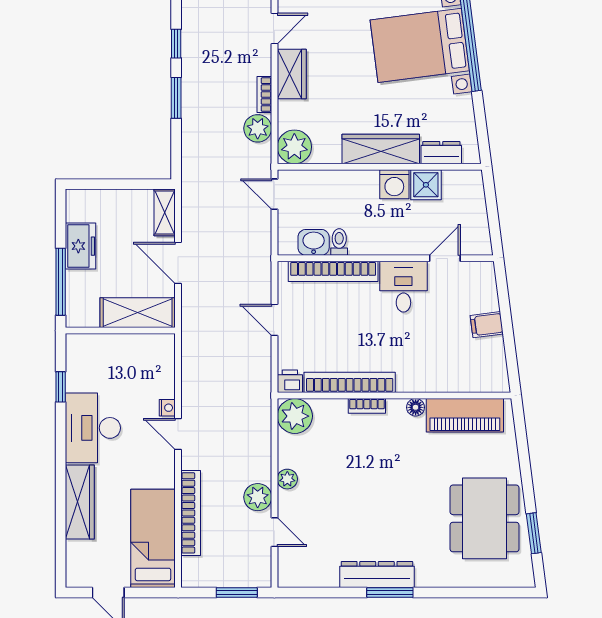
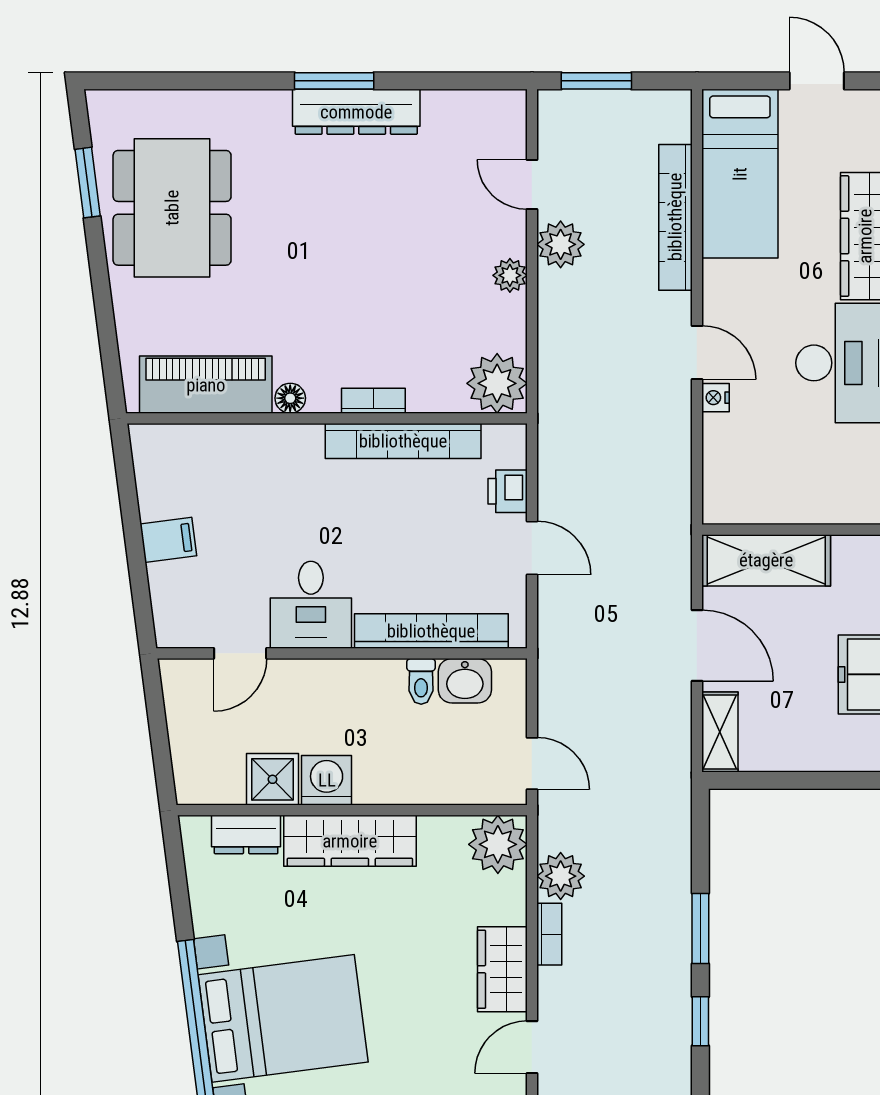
printer: (290, 381) -> (508, 491), moved, turned 90

